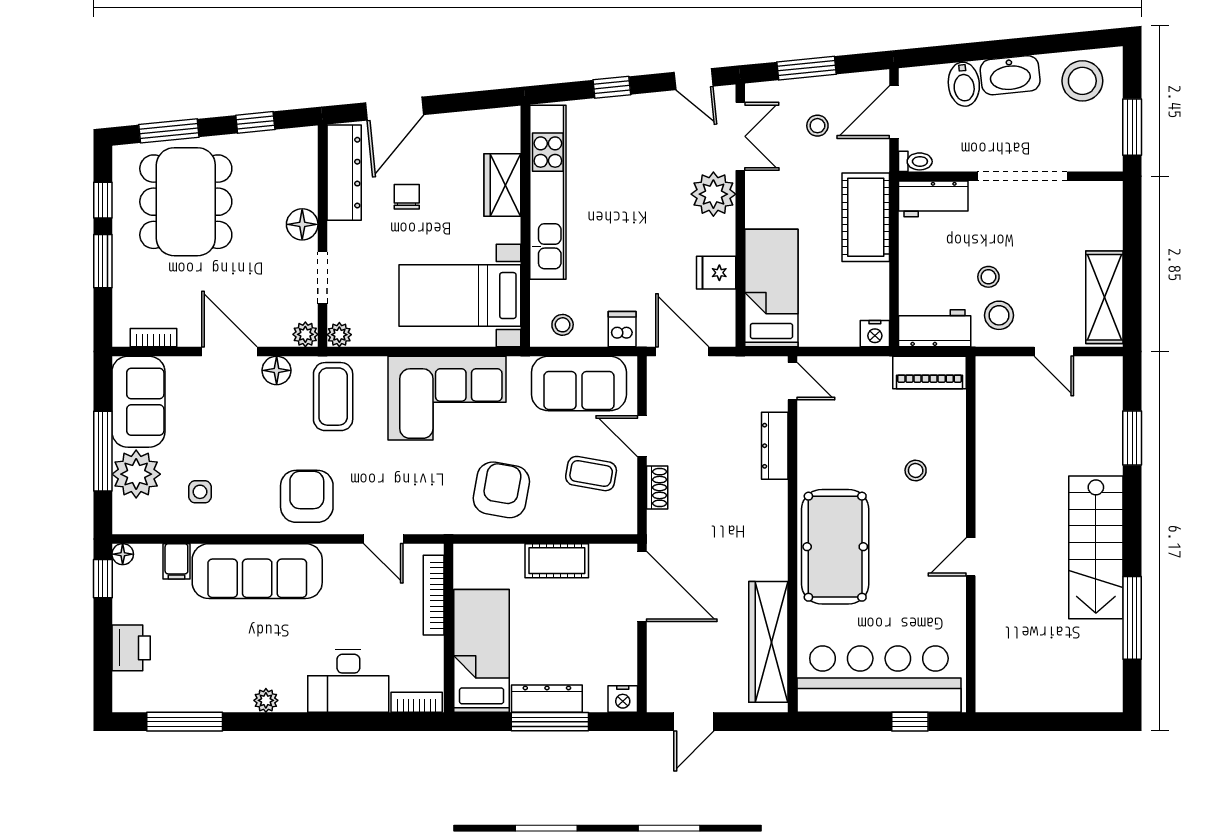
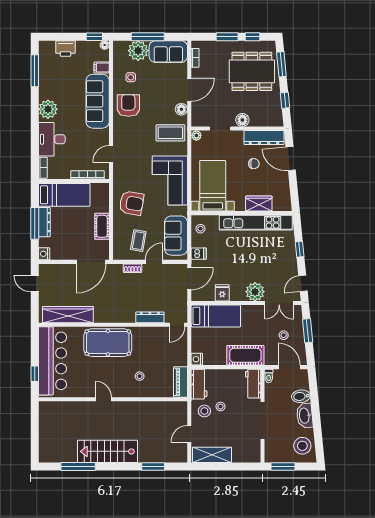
plant: (305, 334) -> (196, 121), removed
armchair: (307, 496) -> (128, 105), moved, turned -90
plant: (266, 700) -> (48, 109), width x1.88, depth x1.88

